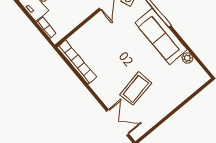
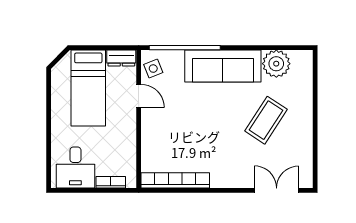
plant: (187, 58) -> (276, 64), width x1.87, depth x1.87
coffee table: (136, 89) -> (266, 120), moved, turned 44

